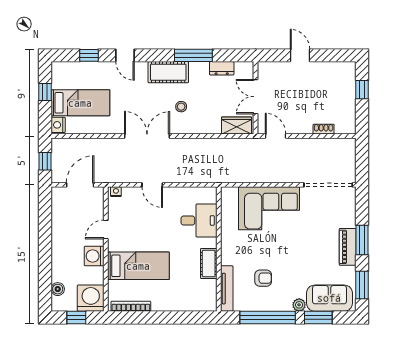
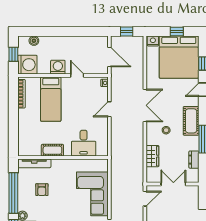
bed: (80, 103) -> (179, 57), width x2.04
wardrobe: (237, 126) -> (152, 156), moved

